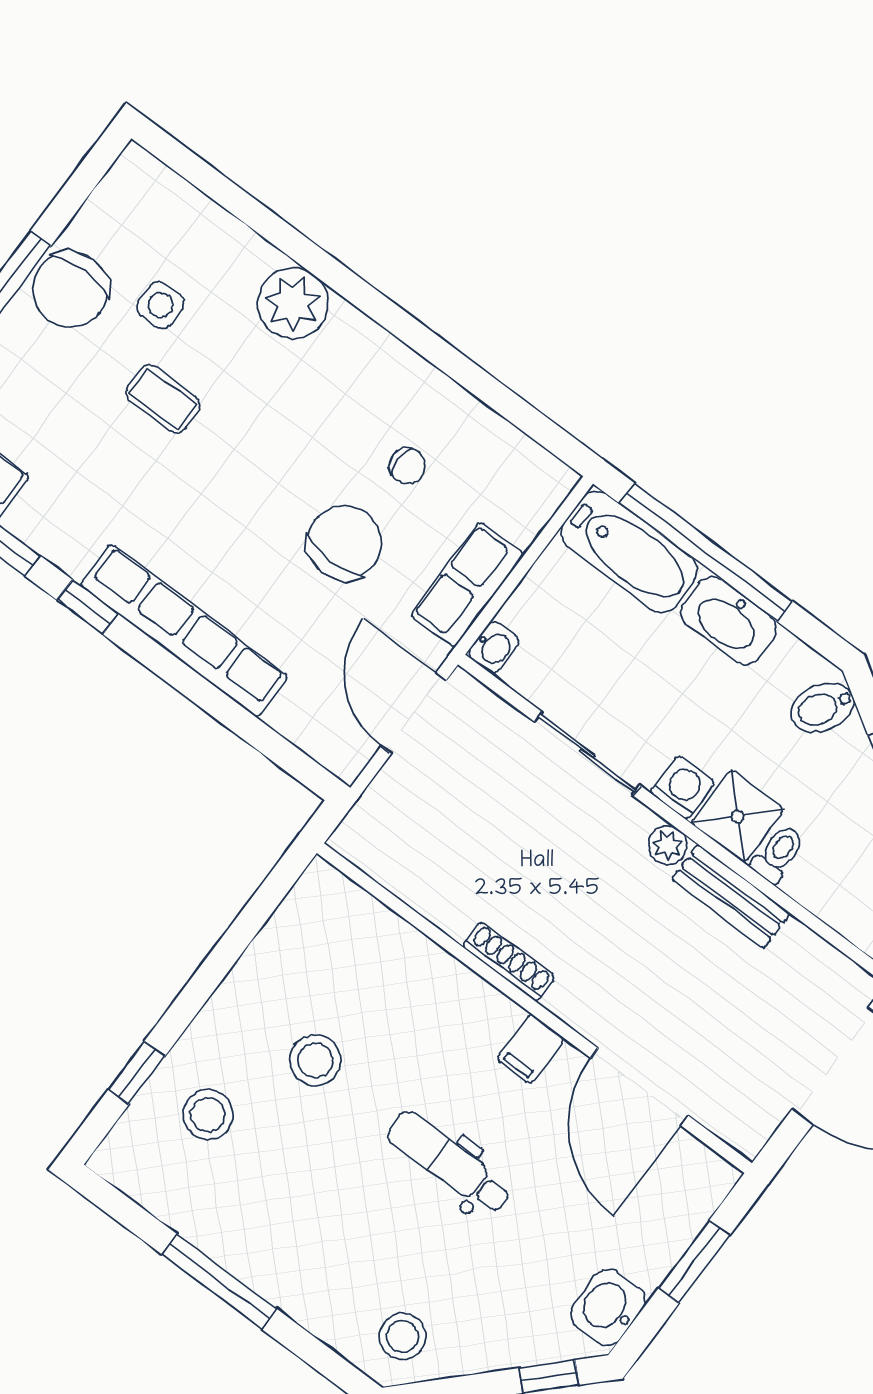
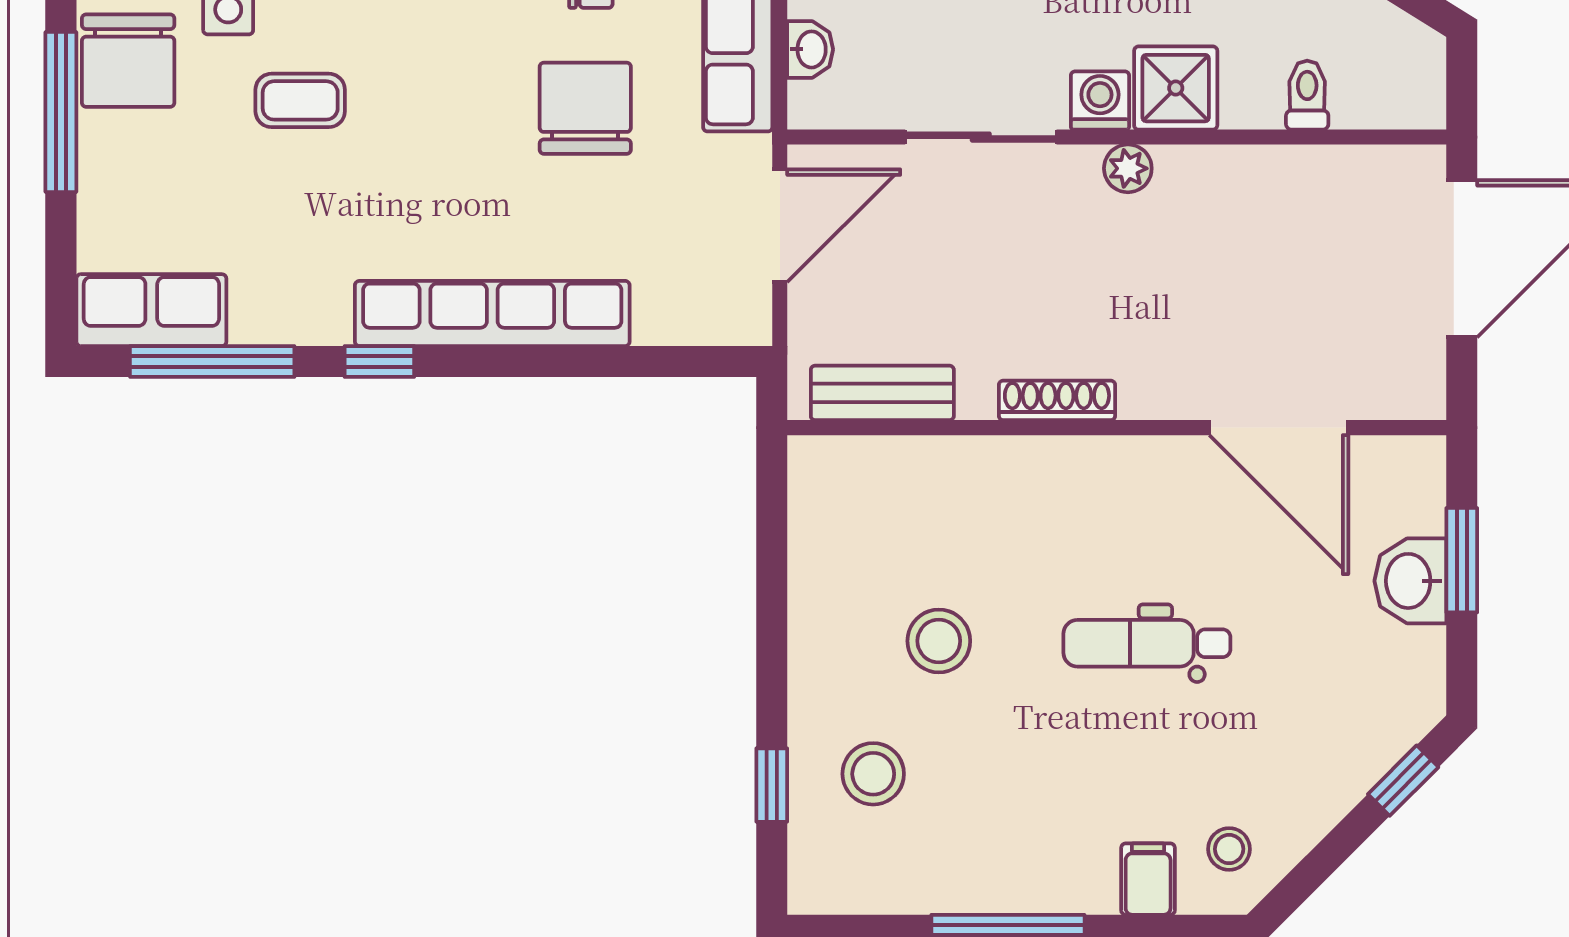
washbasin: (494, 647) -> (810, 49), moved
door: (414, 713) -> (780, 226), swing flipped
toilet: (778, 854) -> (1307, 95), moved
bench: (731, 896) -> (882, 393), moved
filing cabinet: (530, 1049) -> (1148, 879), moved, turned 180
washbasin: (608, 1307) -> (1410, 581), moved
stool: (403, 1336) -> (1229, 849), width x0.73, depth x0.73

